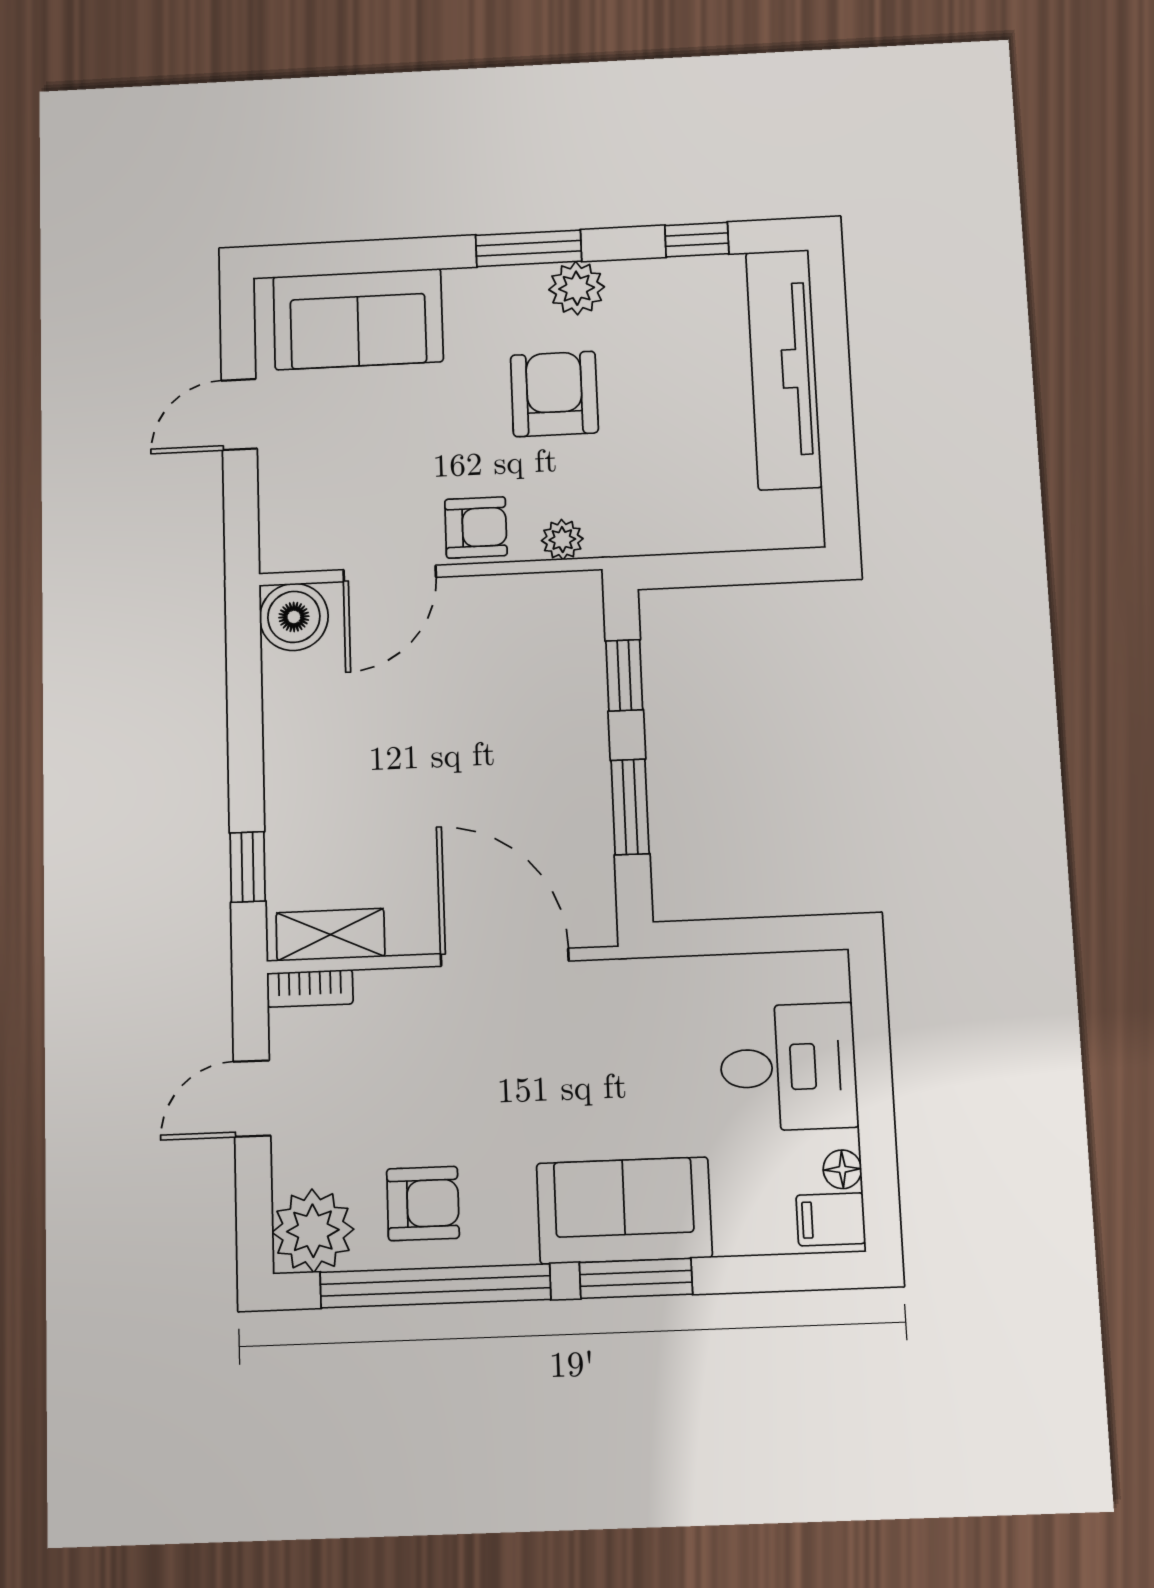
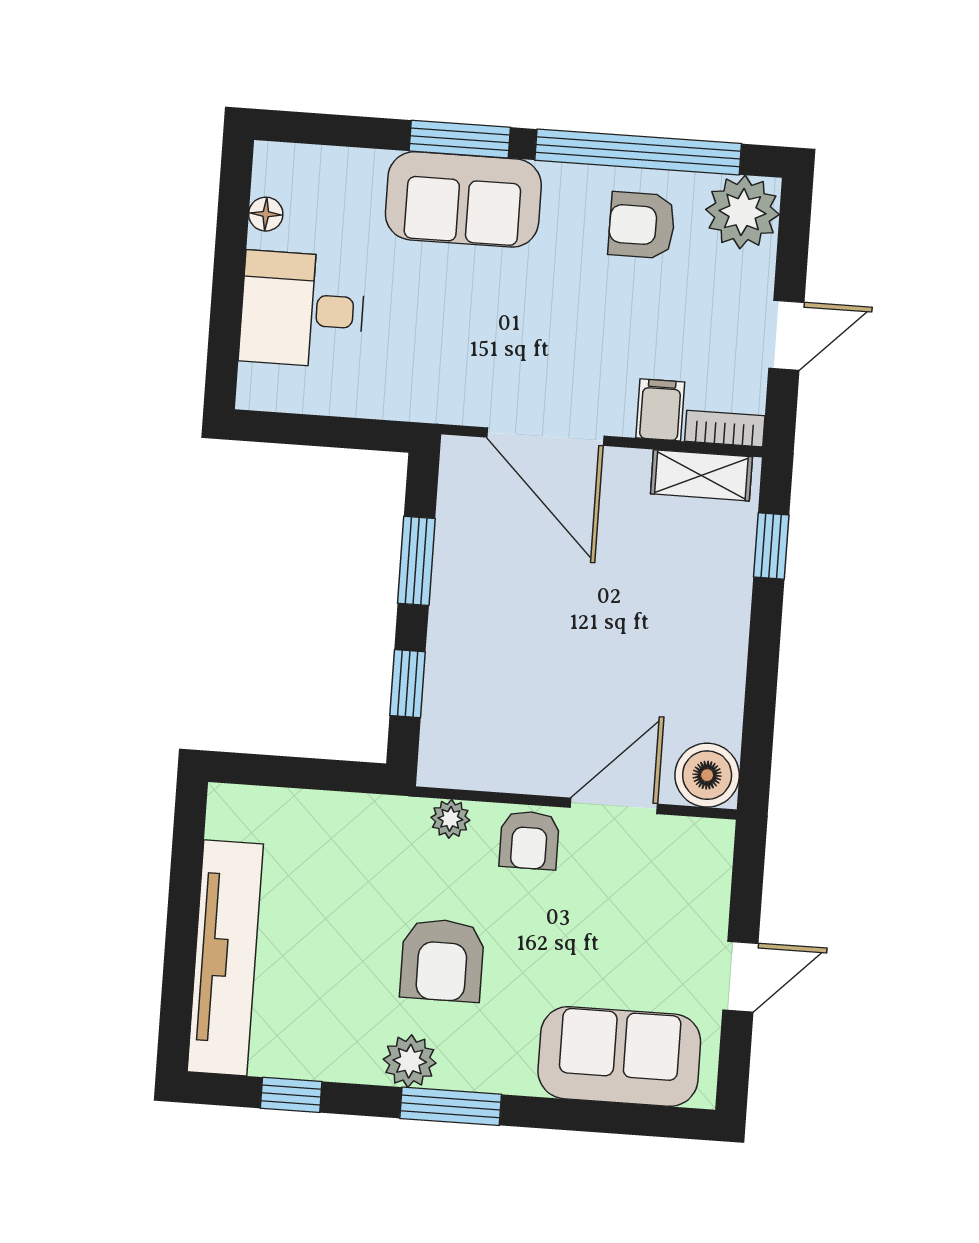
armchair: (476, 527) -> (529, 840), turned -90
filing cabinet: (831, 1219) -> (660, 410), moved, turned -90

